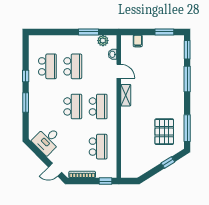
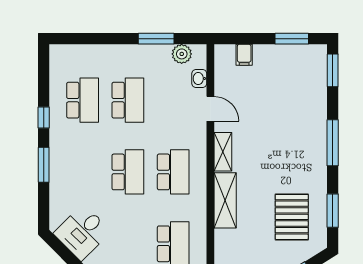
window: (187, 79) -> (333, 143), moved
shelving: (127, 122) -> (225, 200), added
window: (187, 128) -> (333, 211), width x0.69

